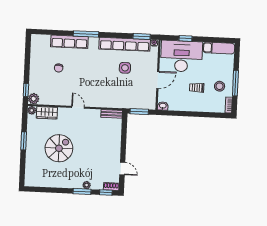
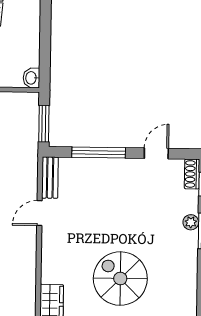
door: (78, 107) -> (39, 213), moved
window: (124, 139) -> (99, 152), added

